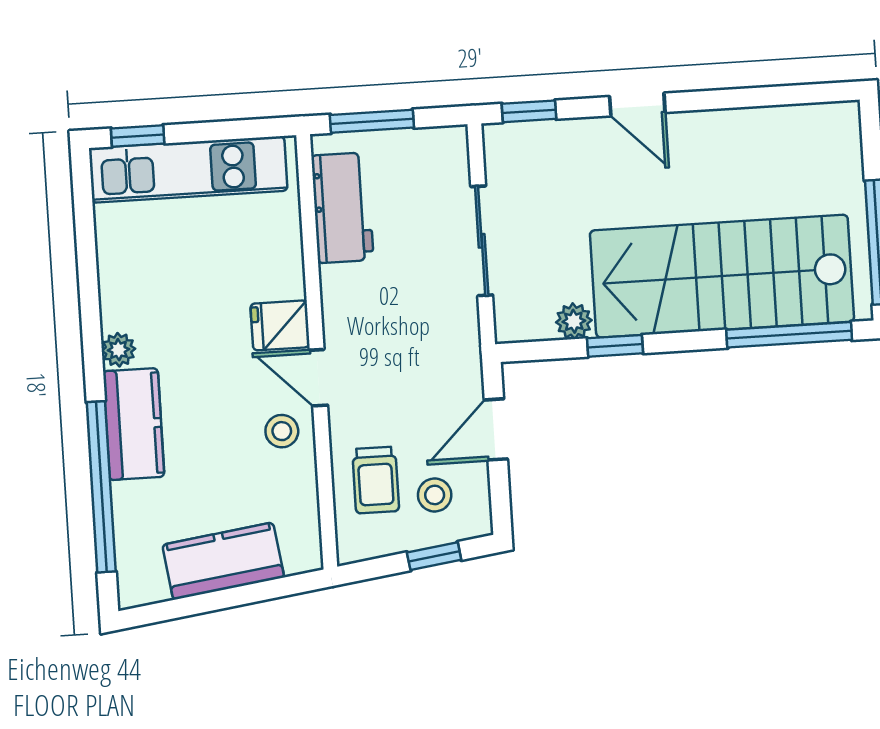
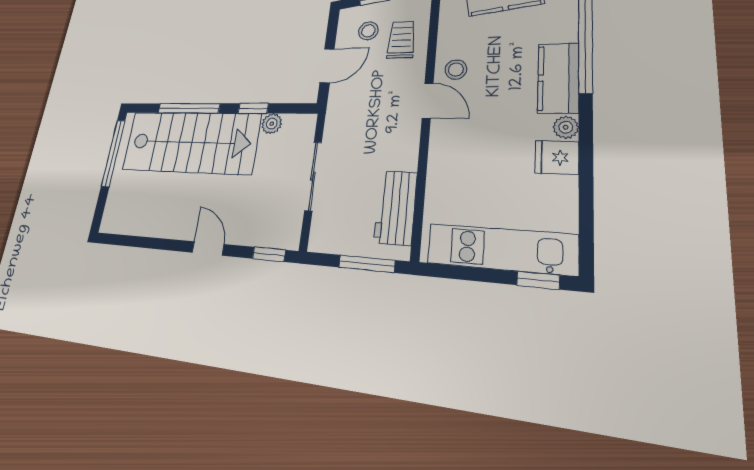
fridge: (280, 325) -> (557, 157), moved, turned 180
window: (789, 335) -> (189, 108), moved

